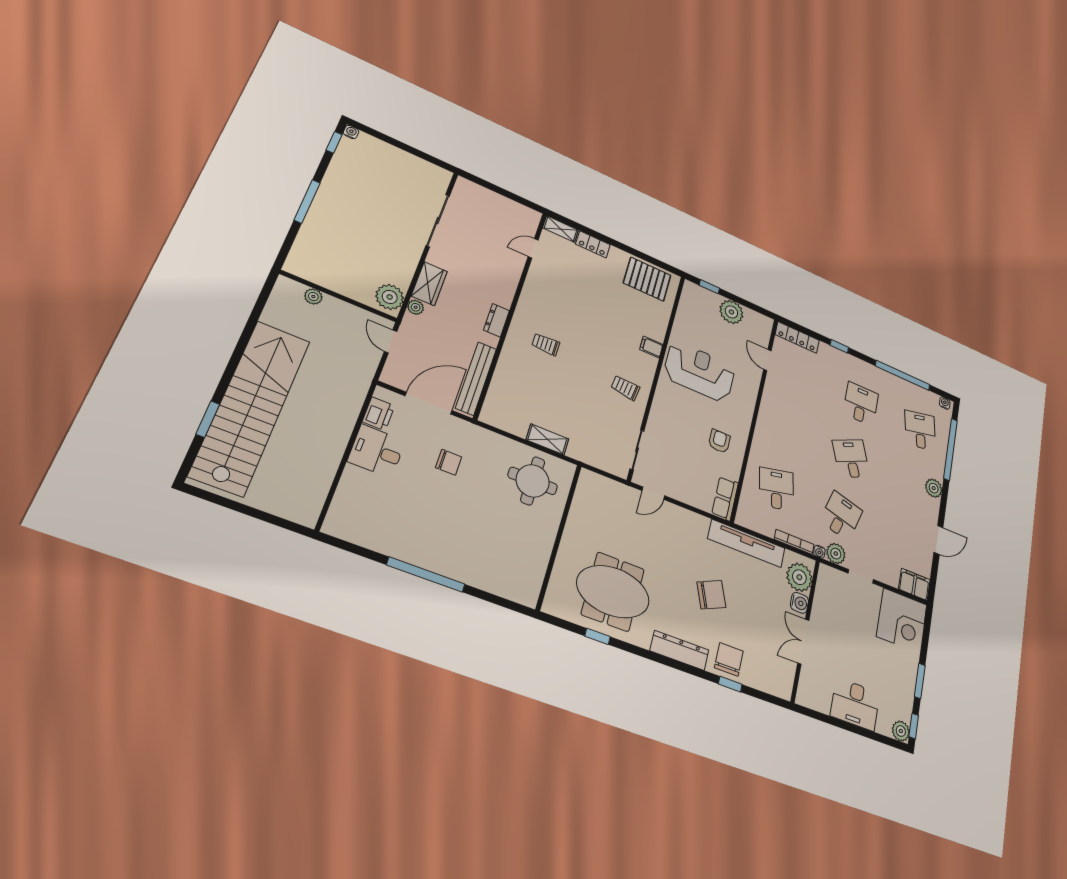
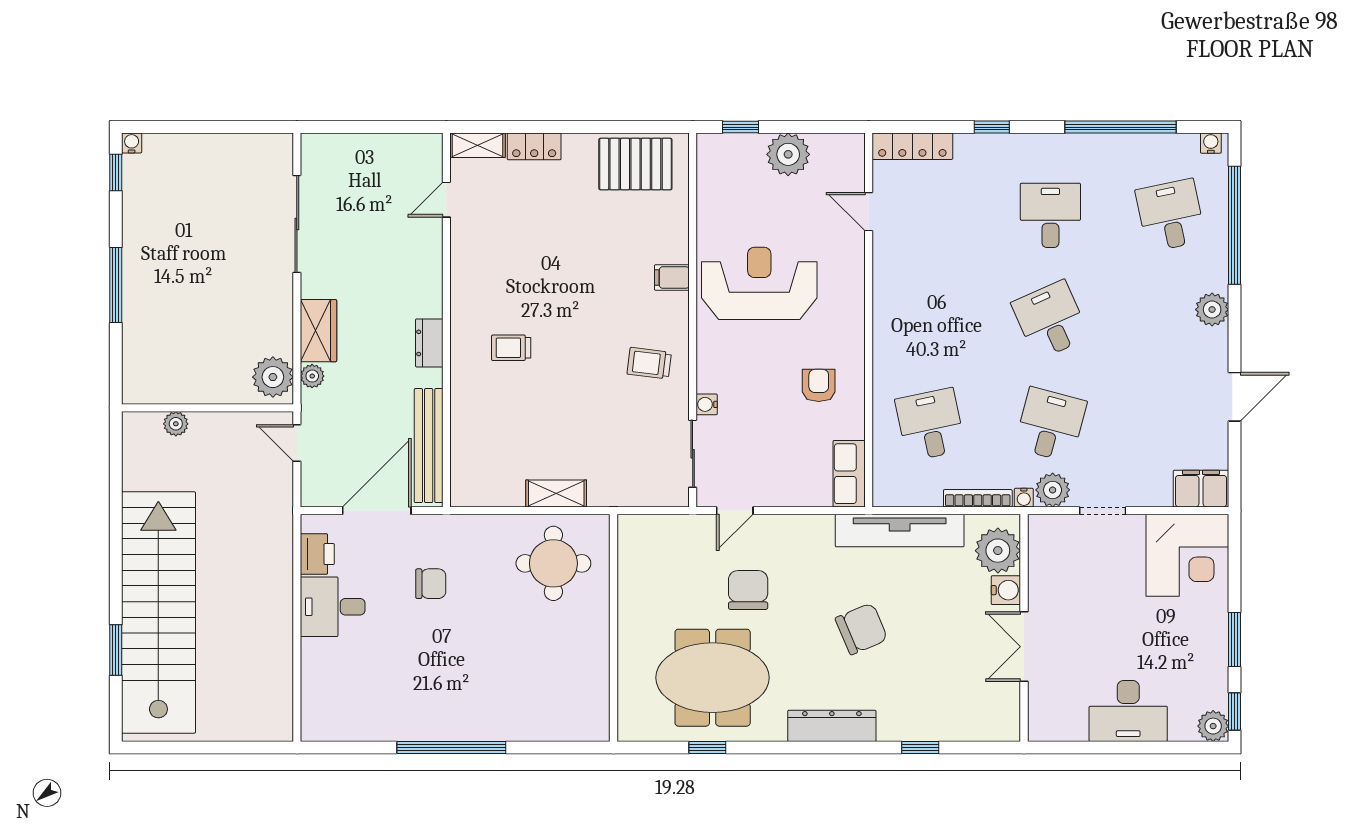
water cooler: (653, 425) -> (707, 404), added
chair: (729, 659) -> (748, 590), moved

